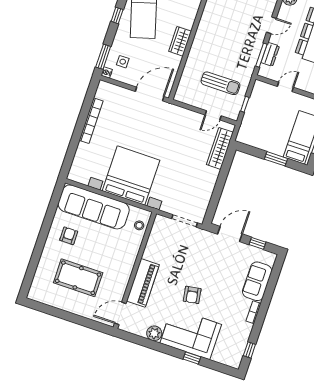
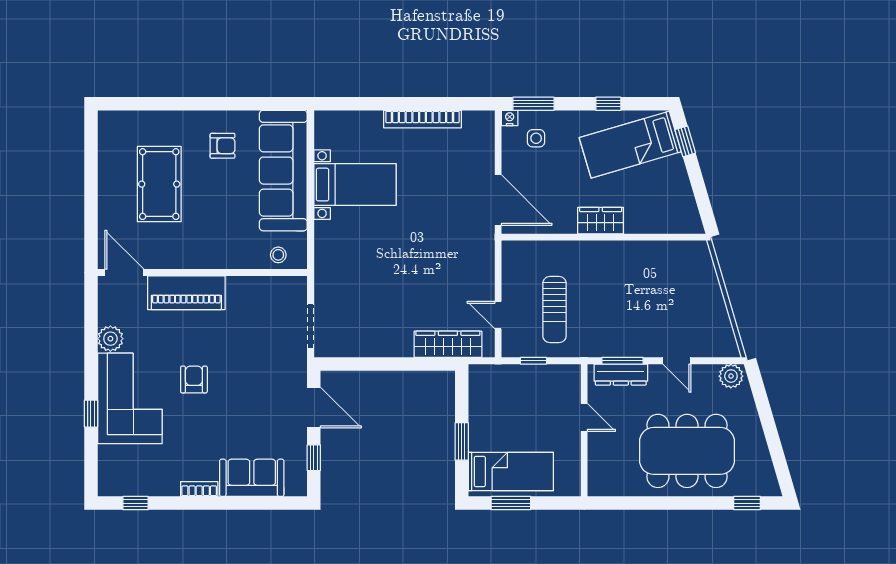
dresser: (270, 54) -> (621, 375), width x1.44
bed with nightstands: (131, 176) -> (355, 185), width x0.54
armchair: (192, 295) -> (194, 379), turned 99

